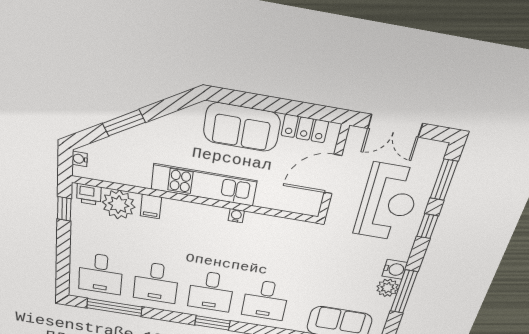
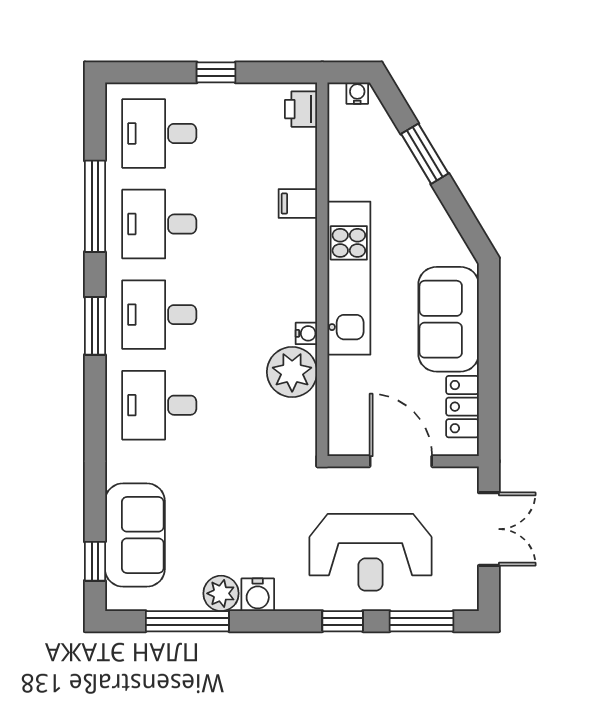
double door: (395, 126) -> (489, 529), swing flipped
plant: (119, 205) -> (292, 372), moved
window: (64, 209) -> (216, 72), moved
window: (404, 292) -> (187, 621), moved
window: (114, 307) -> (95, 206), moved

